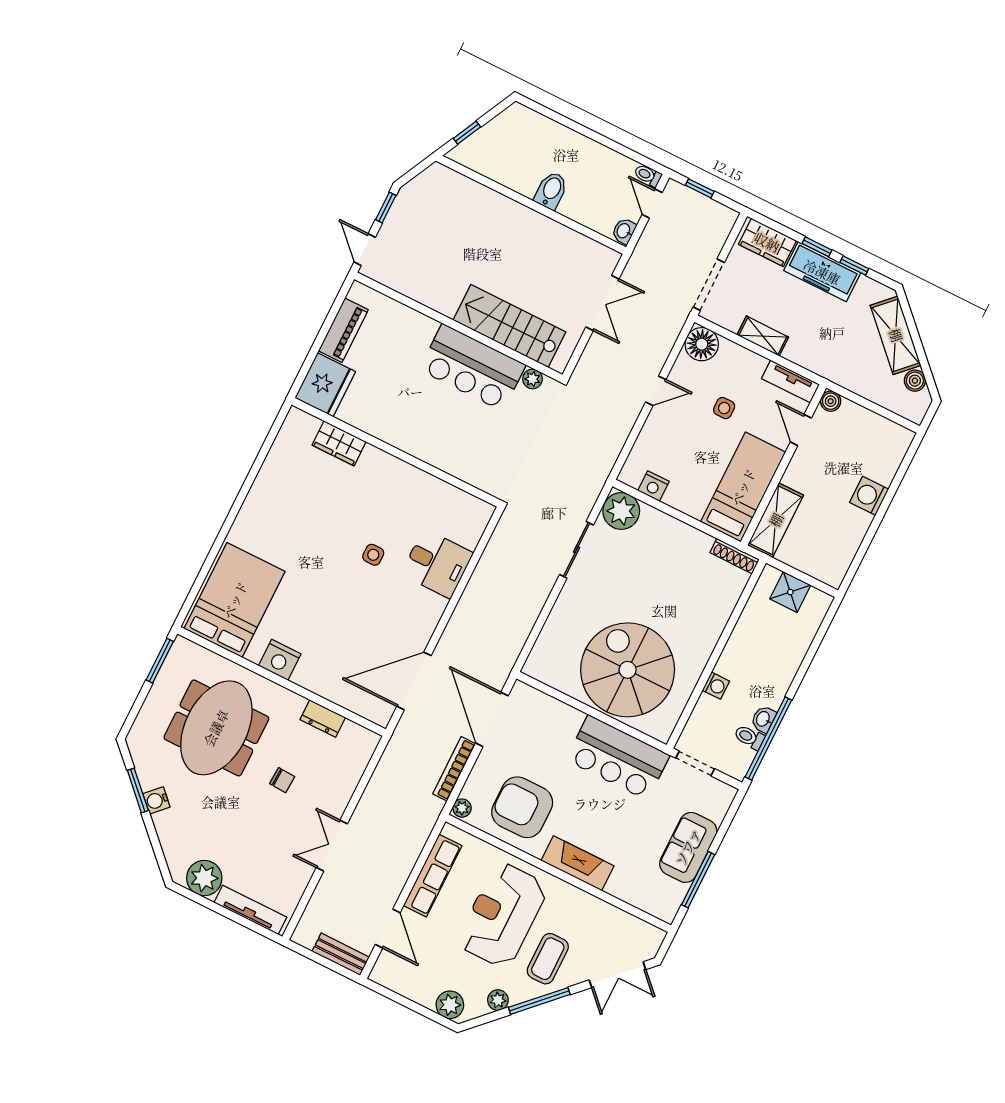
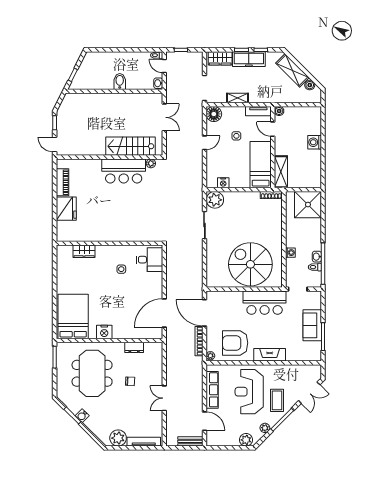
wardrobe: (339, 443) -> (84, 251), moved
wall: (396, 452) -> (109, 243), moved
shower: (790, 592) -> (308, 205), width x1.86, depth x1.86

